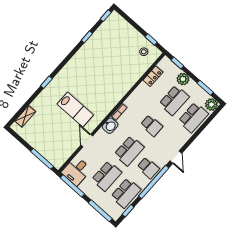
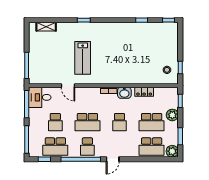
locker: (153, 76) -> (144, 92), moved
washbasin: (110, 126) -> (124, 93), moved
door: (87, 141) -> (68, 86), swing flipped
school desk: (107, 176) -> (55, 122), width x0.54

